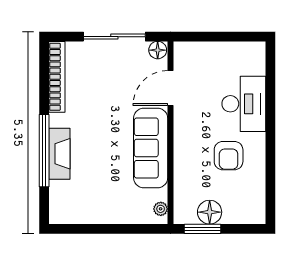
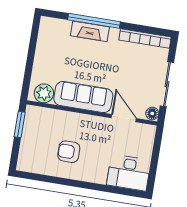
desk: (244, 104) -> (129, 173), moved
plant: (161, 209) -> (44, 93), width x1.87, depth x1.87
floor lamp: (210, 212) -> (31, 132), removed

